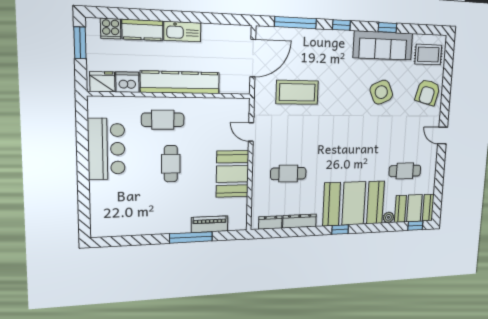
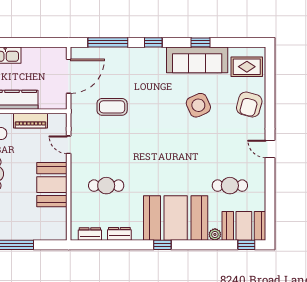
coffee table: (297, 92) -> (112, 107), width x0.73, depth x0.76
dresser: (300, 221) -> (119, 234), width x0.70
piano: (210, 224) -> (30, 121), moved, turned 180

